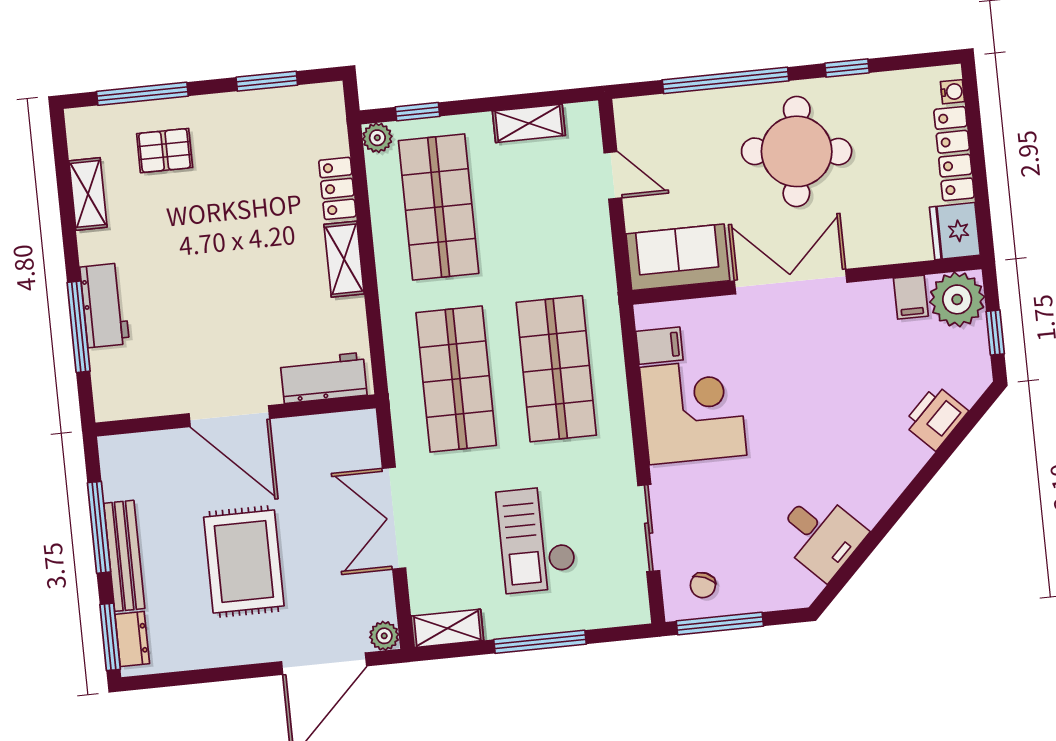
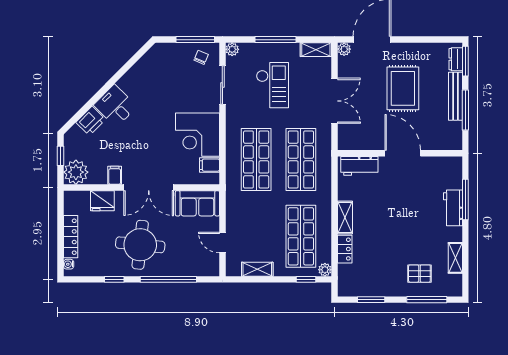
fridge: (955, 231) -> (102, 201), moved, turned 90
filing cabinet: (911, 297) -> (115, 175), moved
desk: (820, 535) -> (115, 106), moved
plant: (635, 610) -> (232, 49), added

